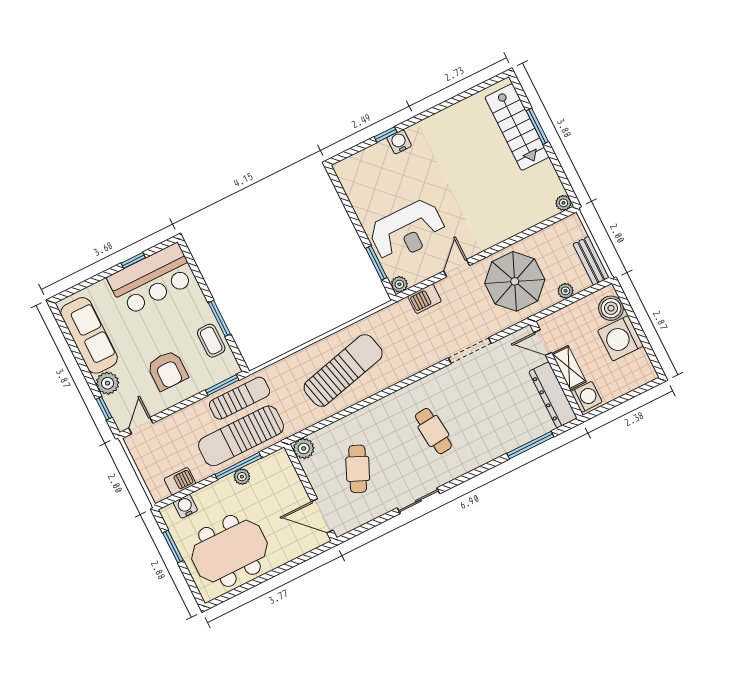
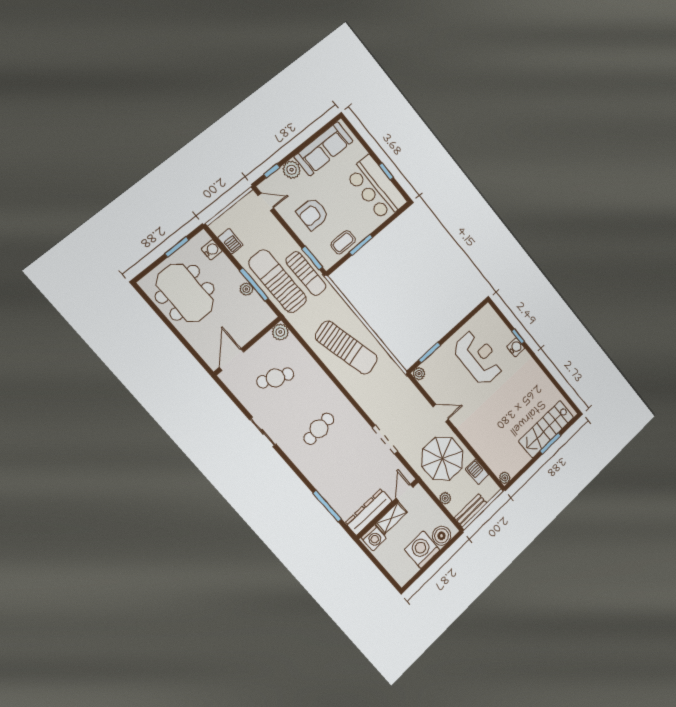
reception desk: (407, 231) -> (478, 358), moved, turned 180
barbecue: (425, 299) -> (477, 472), moved

